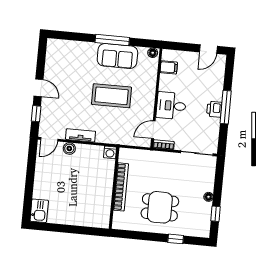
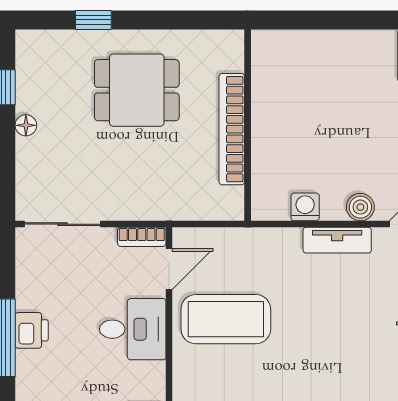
coffee table: (112, 96) -> (226, 319), moved
washing machine: (110, 152) -> (305, 207), moved

